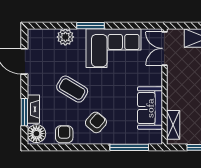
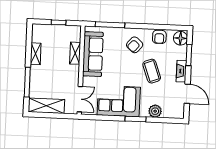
coffee table: (72, 89) -> (152, 71), turned 39
sofa: (150, 108) -> (93, 54), width x1.36
fireplace: (33, 109) -> (181, 71), moved
shelving: (173, 125) -> (75, 53), moved

